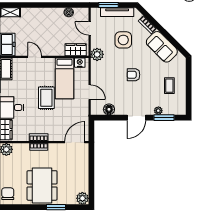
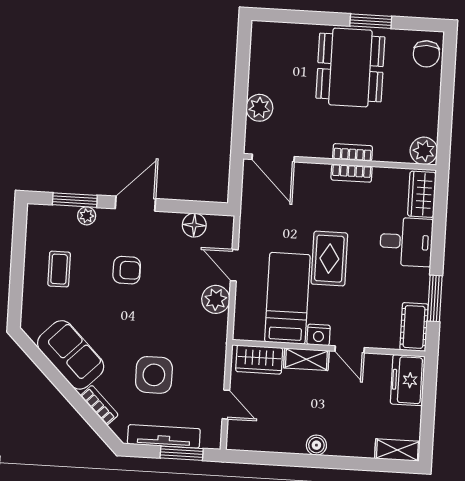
boiler: (69, 12) -> (316, 445), moved
shelving: (54, 51) -> (306, 359), added
plant: (97, 54) -> (216, 299), moved
nightstand: (80, 63) -> (319, 335), moved
armchair: (133, 75) -> (127, 270), moved
door: (75, 142) -> (273, 158), hinge flipped
plant: (82, 198) -> (259, 108), moved
window: (56, 207) -> (371, 21), moved

